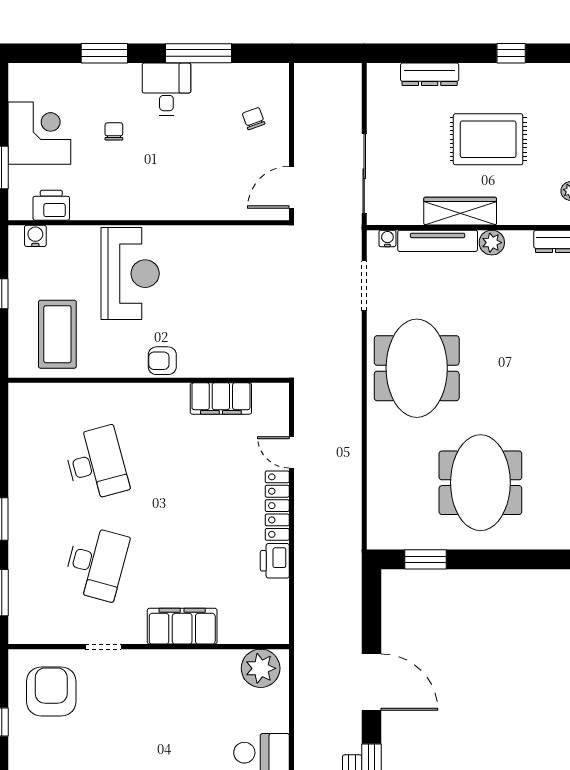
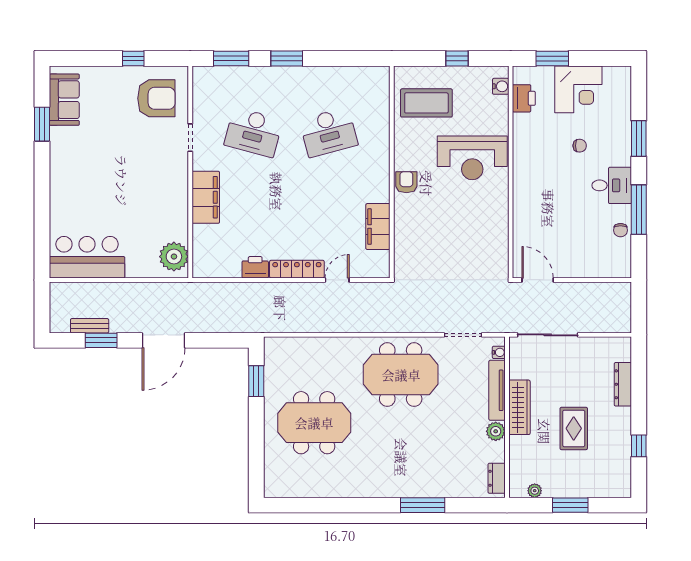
chair: (254, 119) -> (621, 230), moved, turned 110
rug: (488, 139) -> (574, 428), width x0.73, depth x0.70

